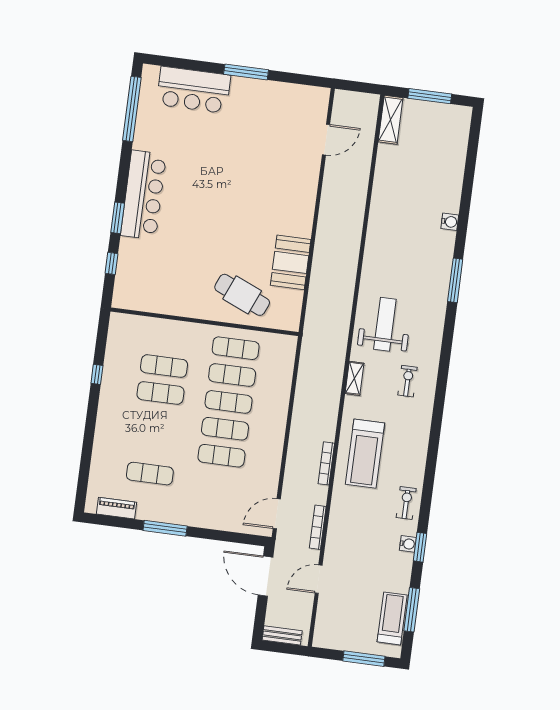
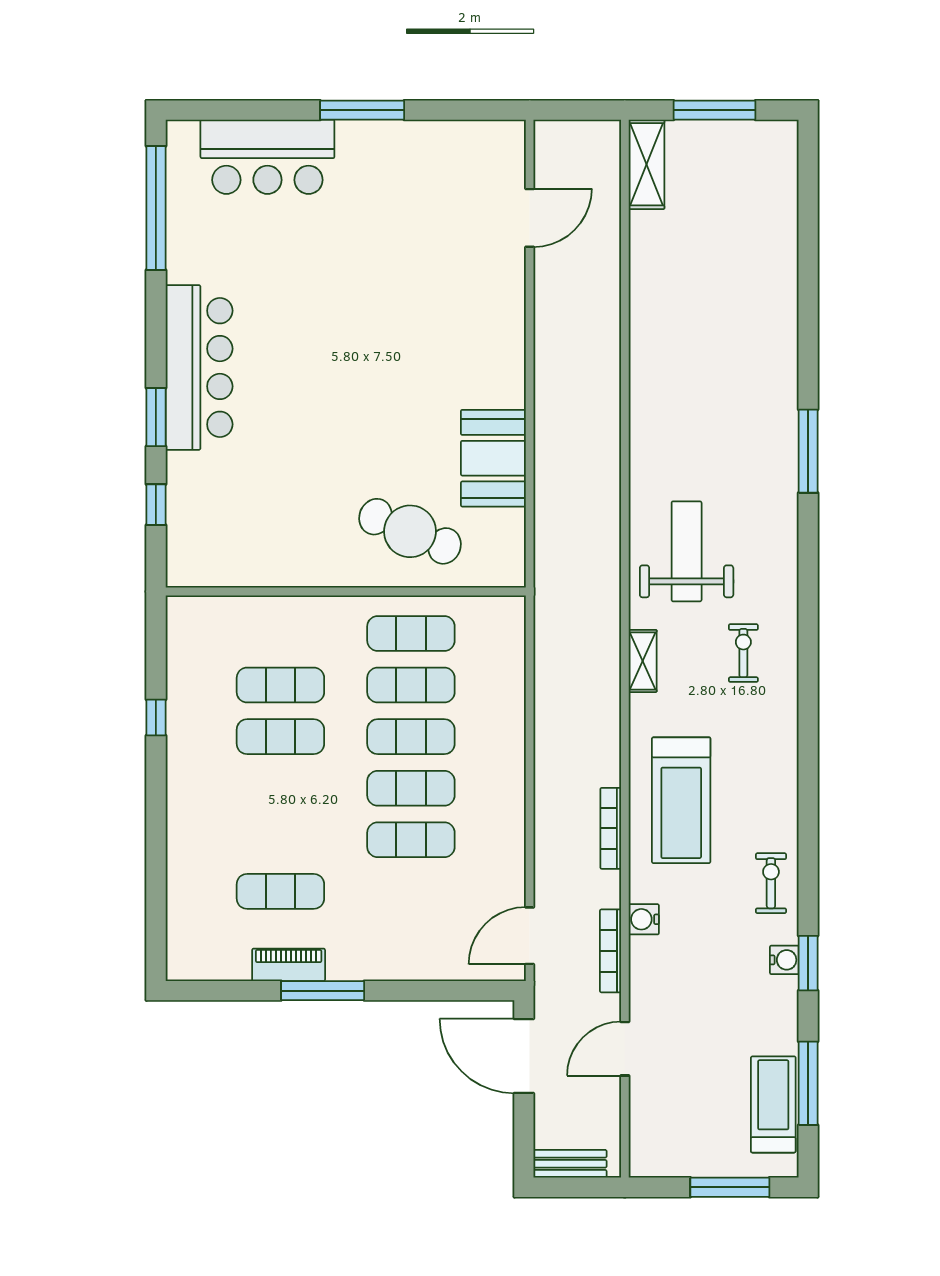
water cooler: (450, 222) -> (644, 919), moved, turned 180
piano: (116, 508) -> (289, 965), moved

